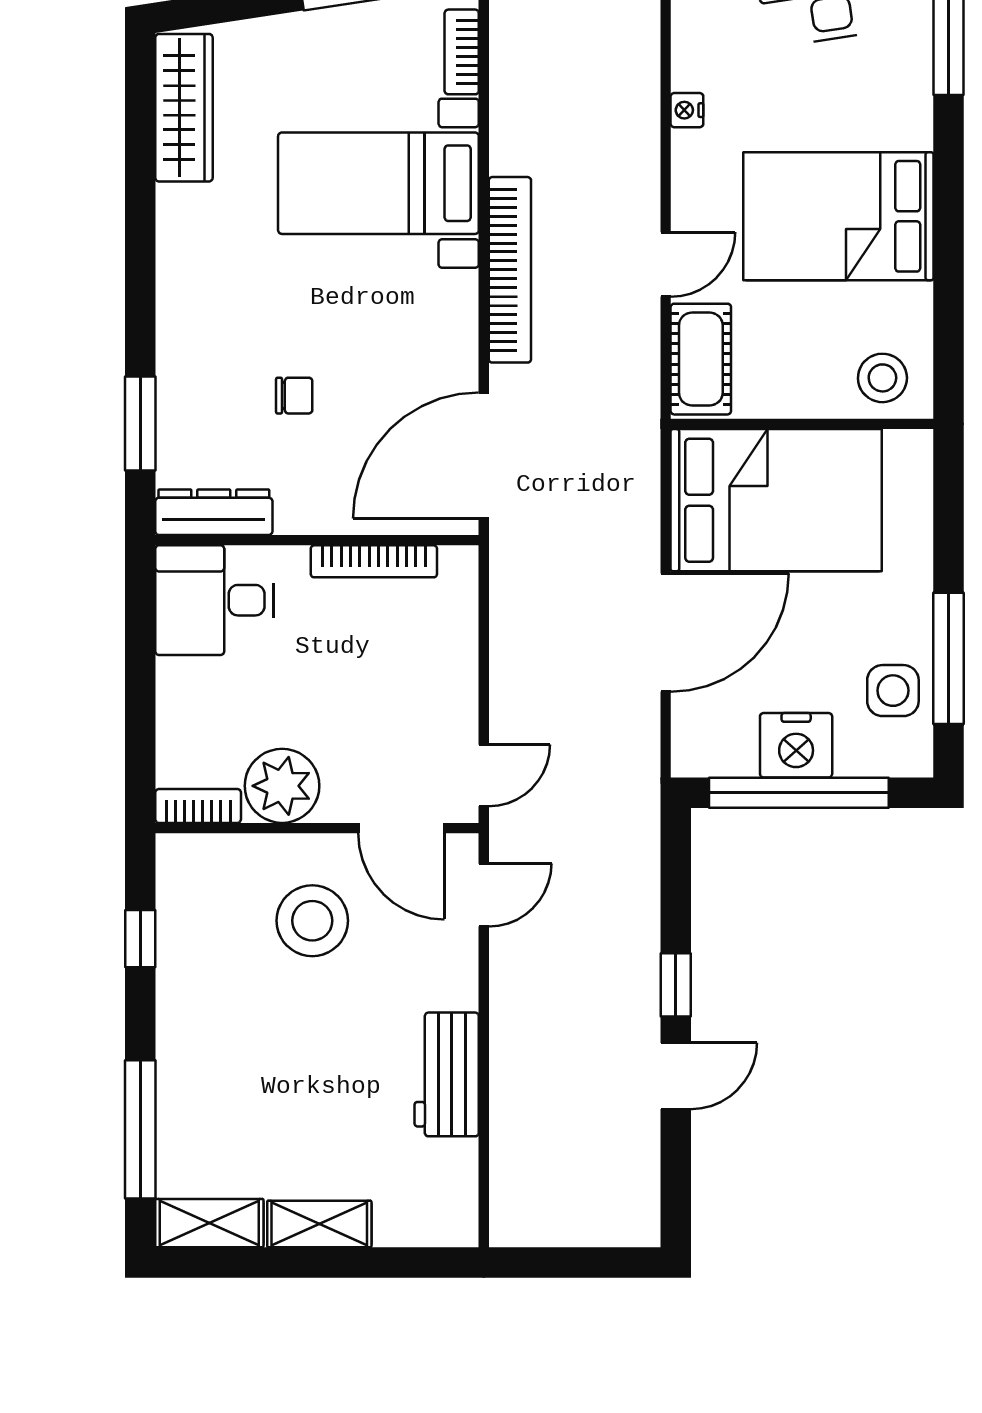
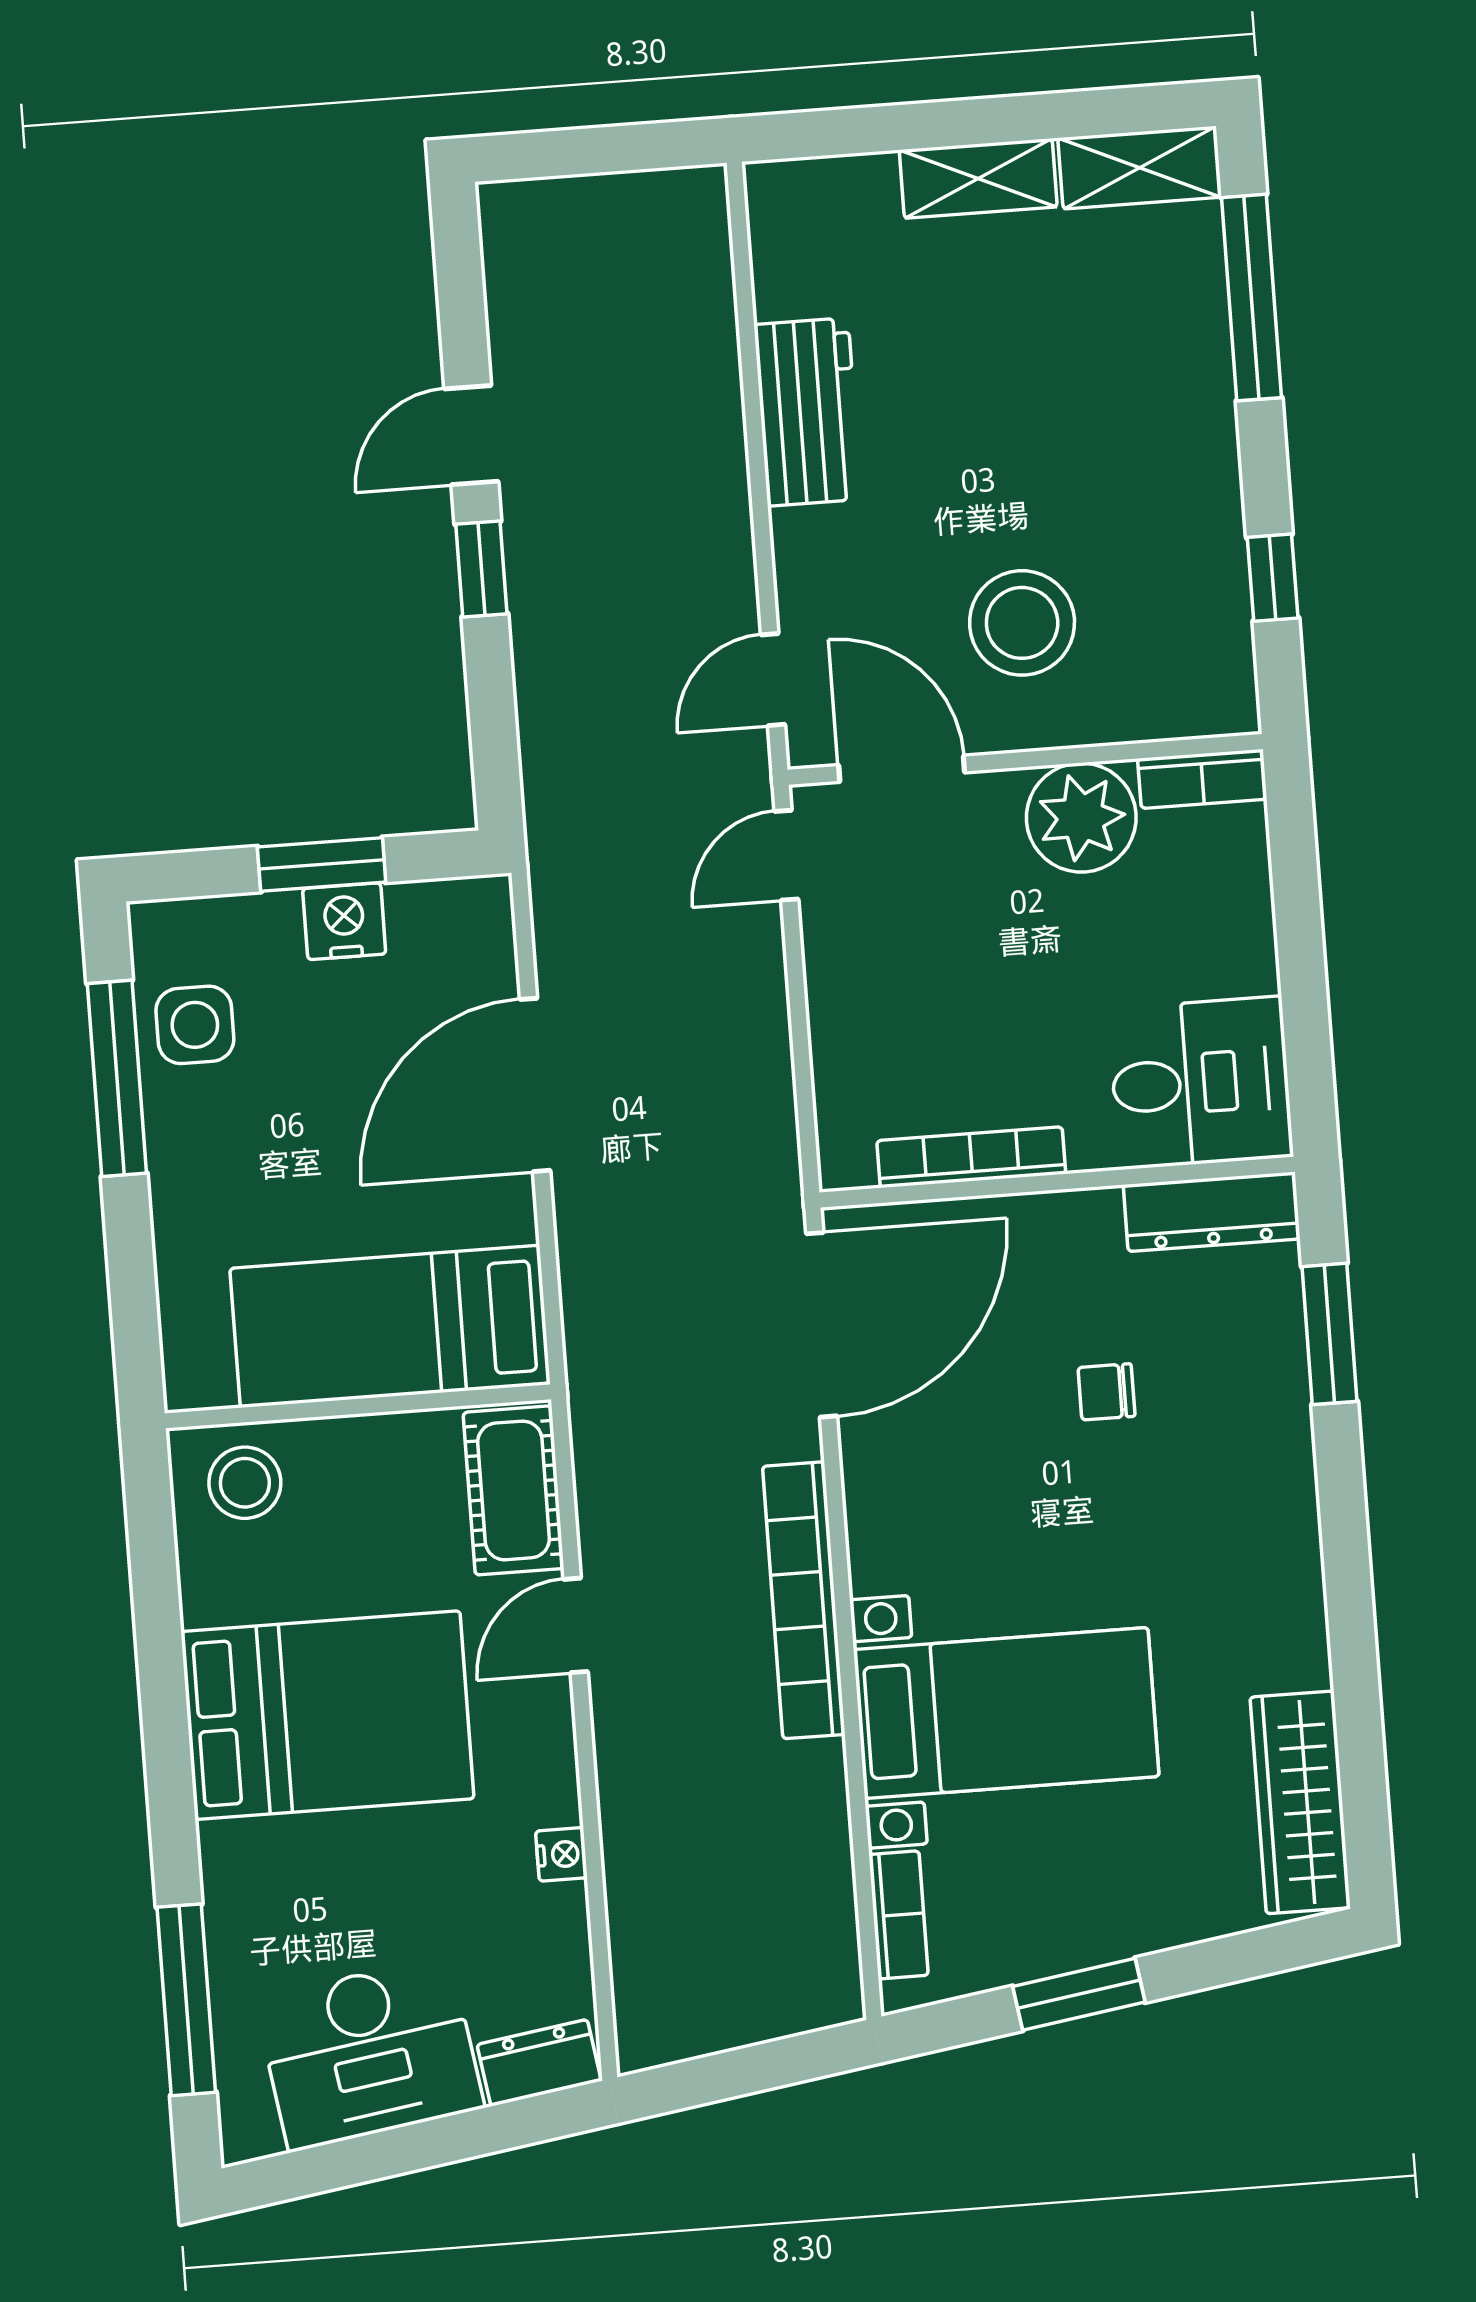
bed: (776, 500) -> (390, 1326), width x0.67
nightstand: (796, 745) -> (344, 921), width x0.74, depth x0.75
window: (799, 793) -> (322, 865), width x0.47

